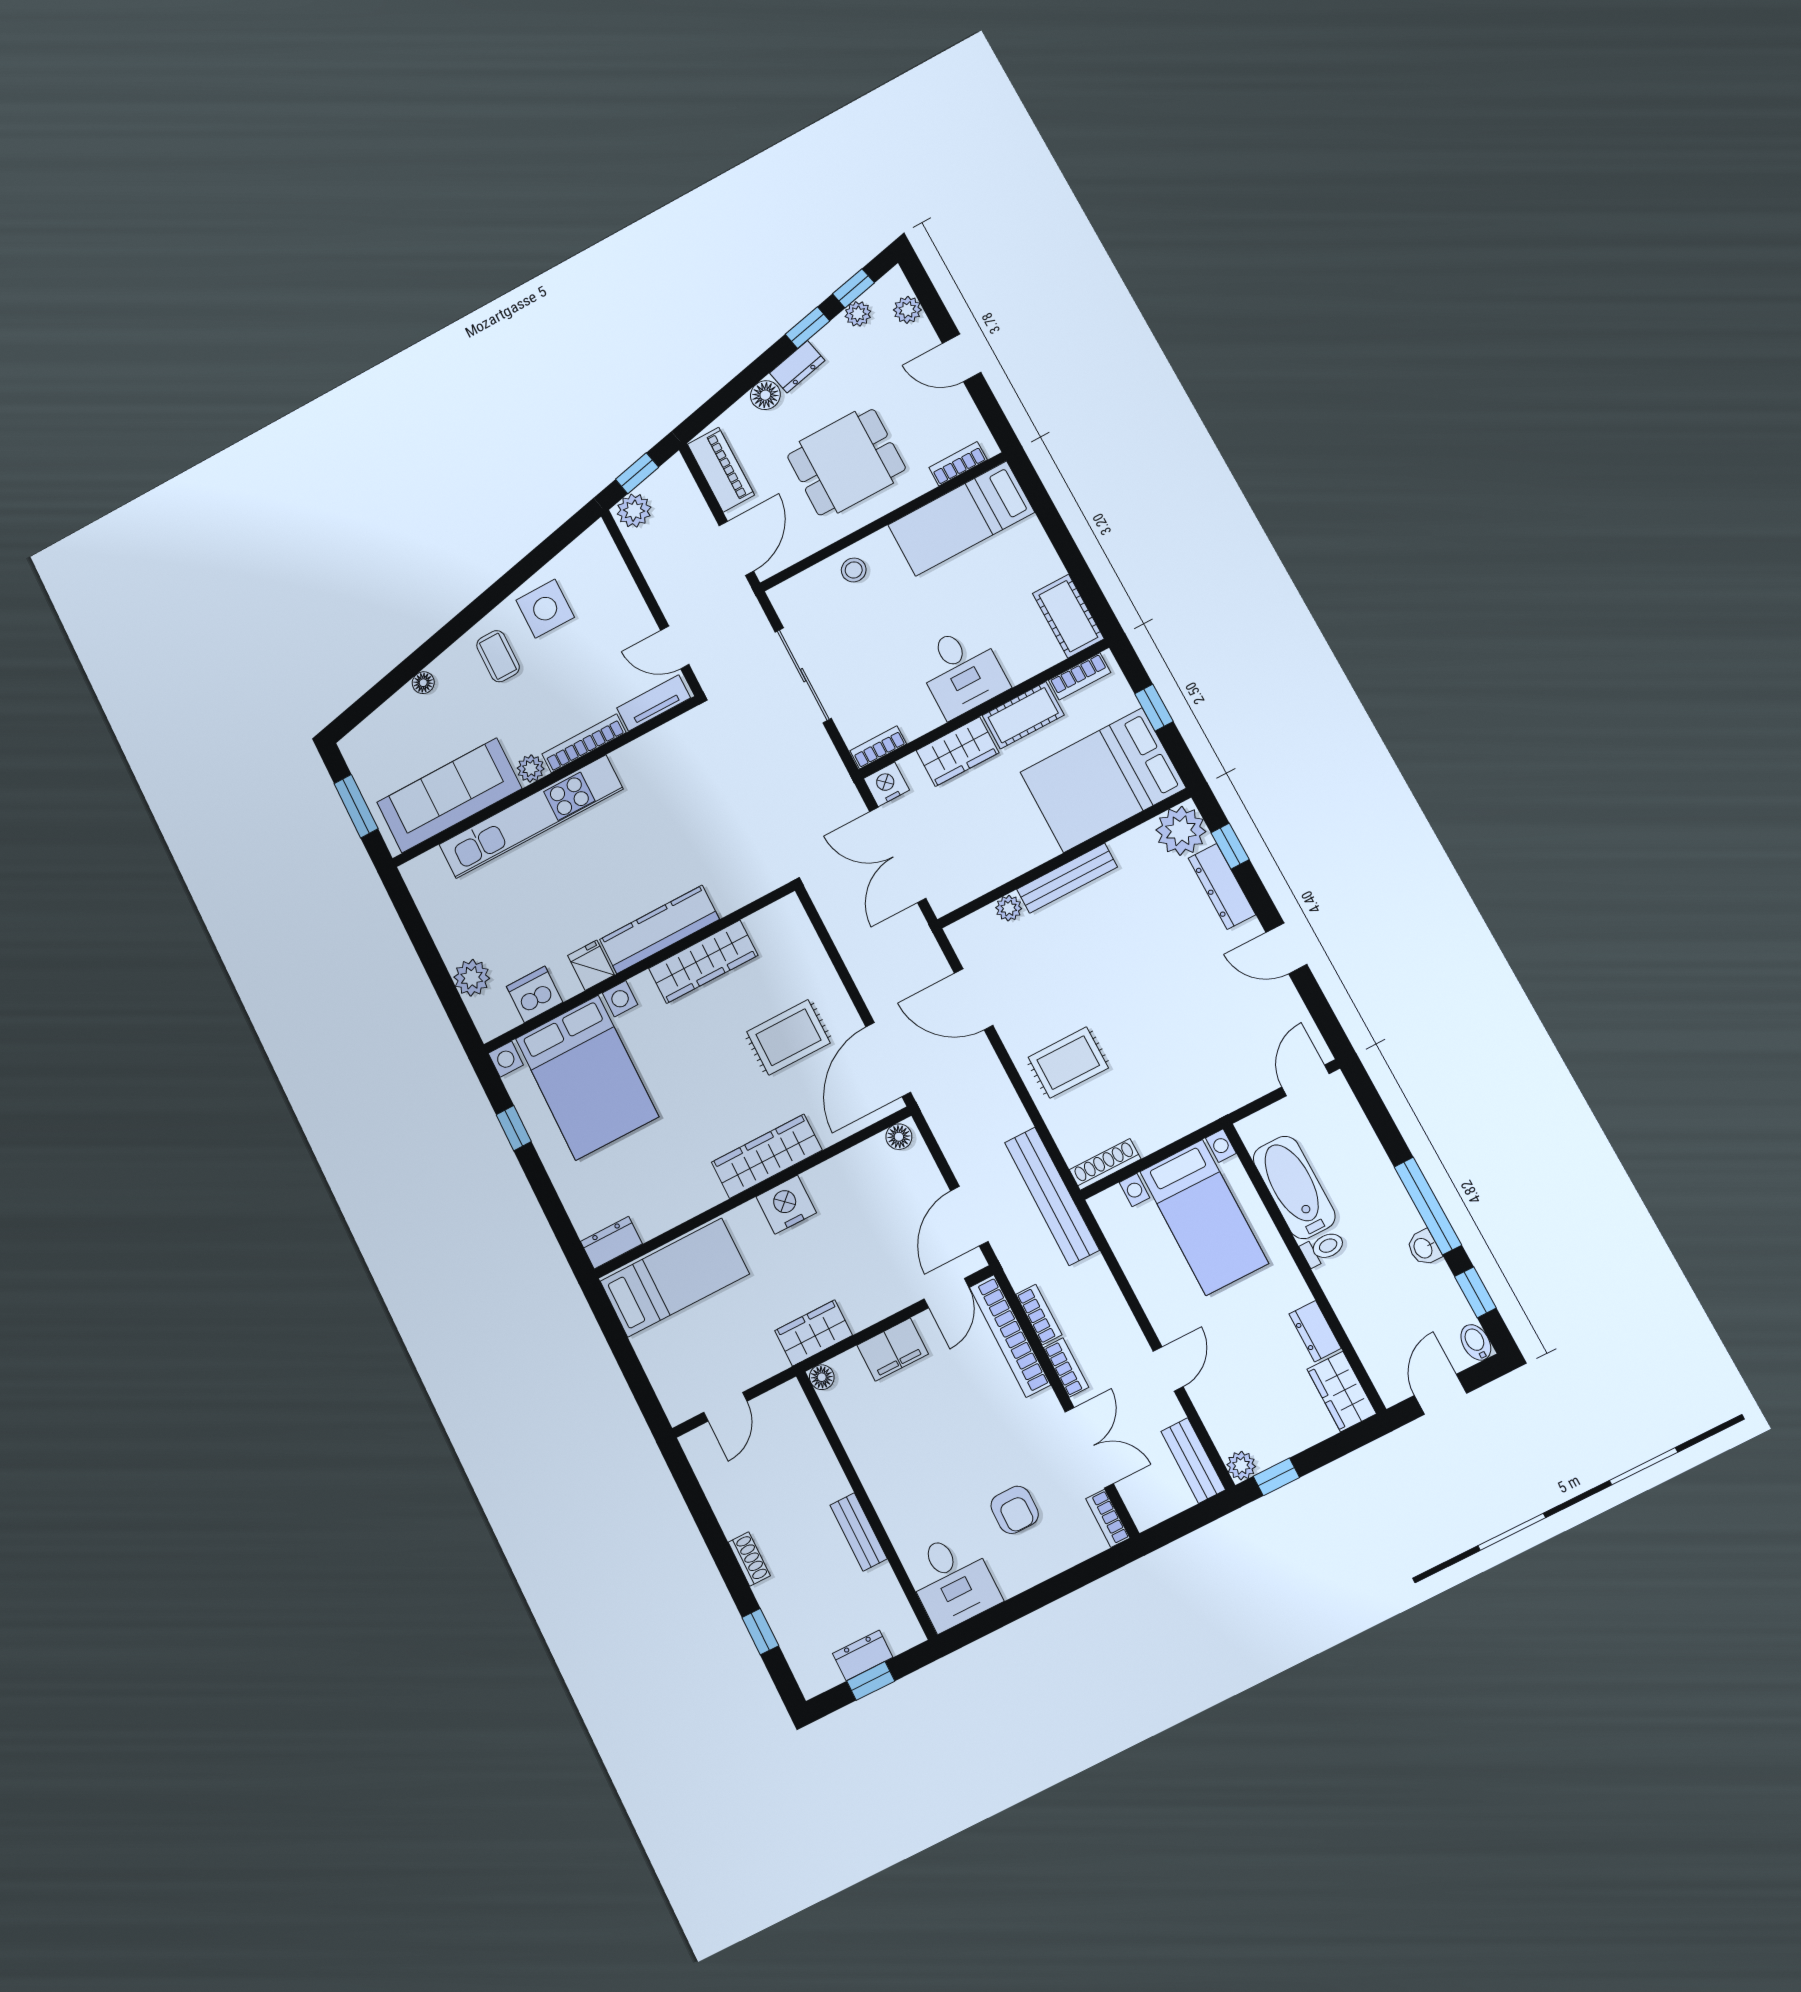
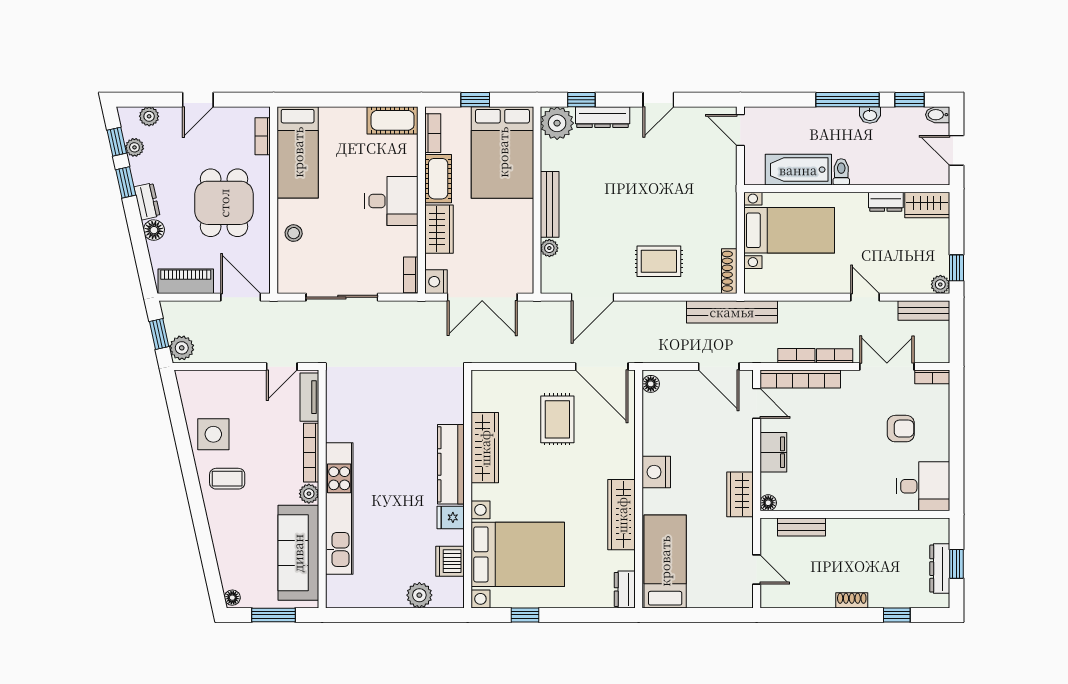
floor lamp: (423, 683) -> (232, 598), moved
rug: (1068, 1063) -> (659, 261), turned 90
wardrobe: (767, 1156) -> (622, 515), moved
bench: (859, 1532) -> (802, 527), moved
dresser: (863, 1655) -> (940, 569), width x1.44

